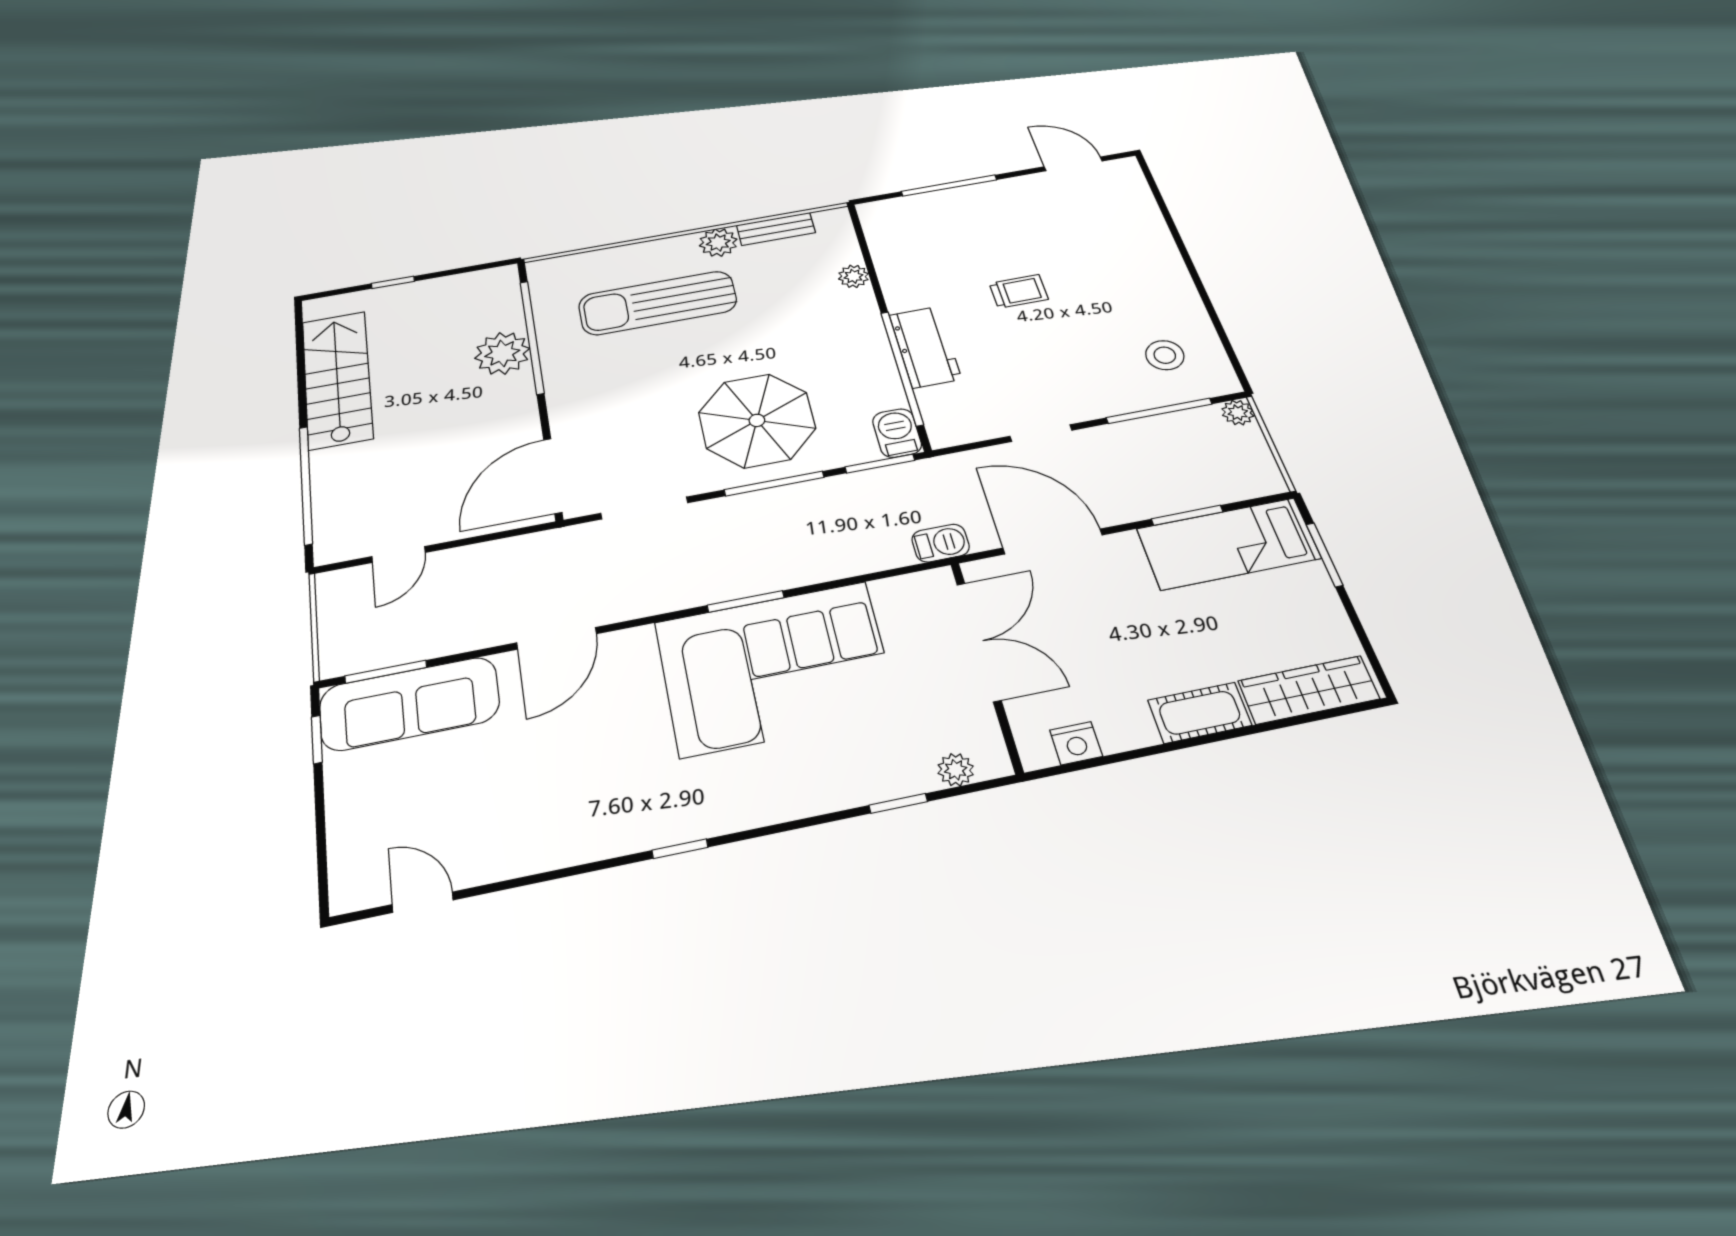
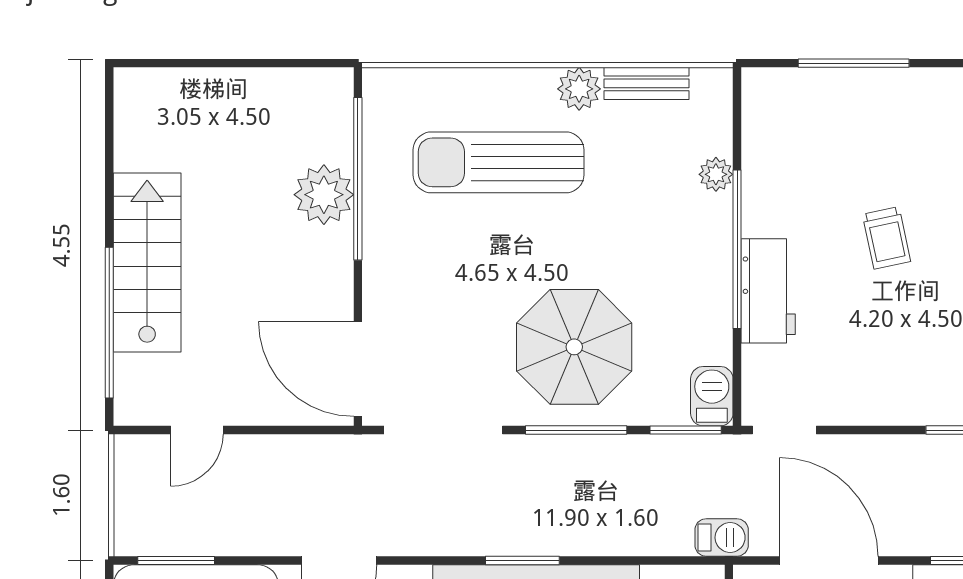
window: (393, 282) -> (215, 63), removed
trolley: (1019, 291) -> (886, 238), turned 78
window: (902, 368) -> (737, 249), moved
stairs: (337, 379) -> (147, 262), moved
doorway: (1041, 433) -> (784, 430), moved
door: (553, 476) -> (358, 369), hinge flipped
doorway: (644, 508) -> (443, 430), width x1.36

